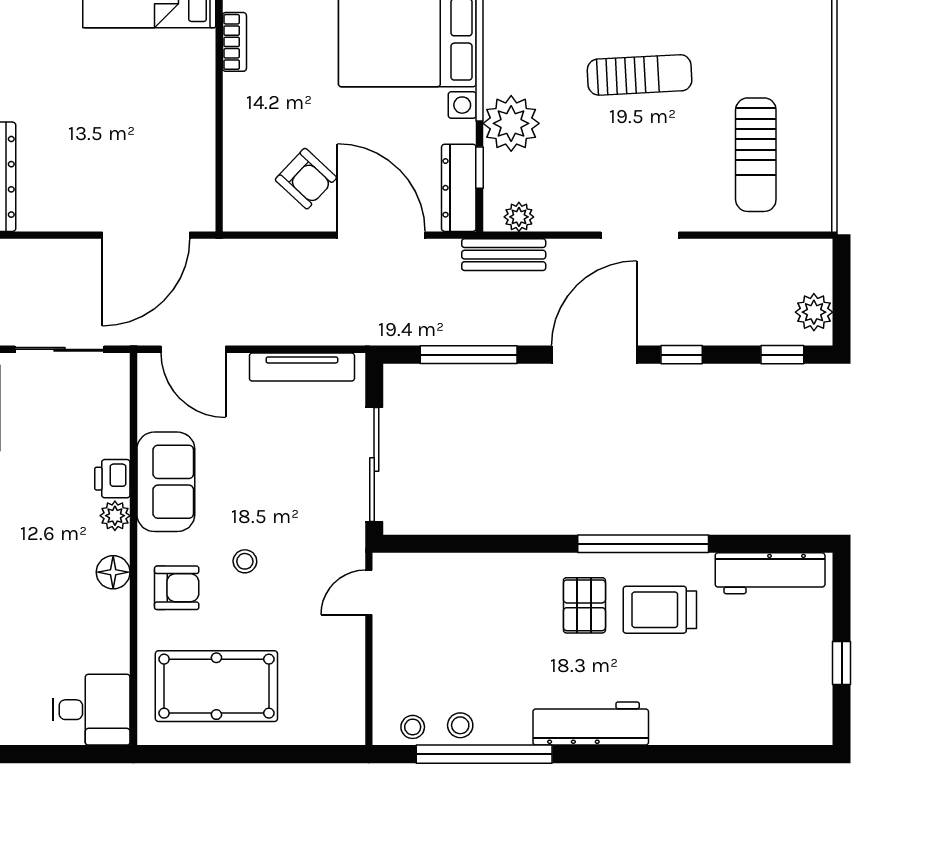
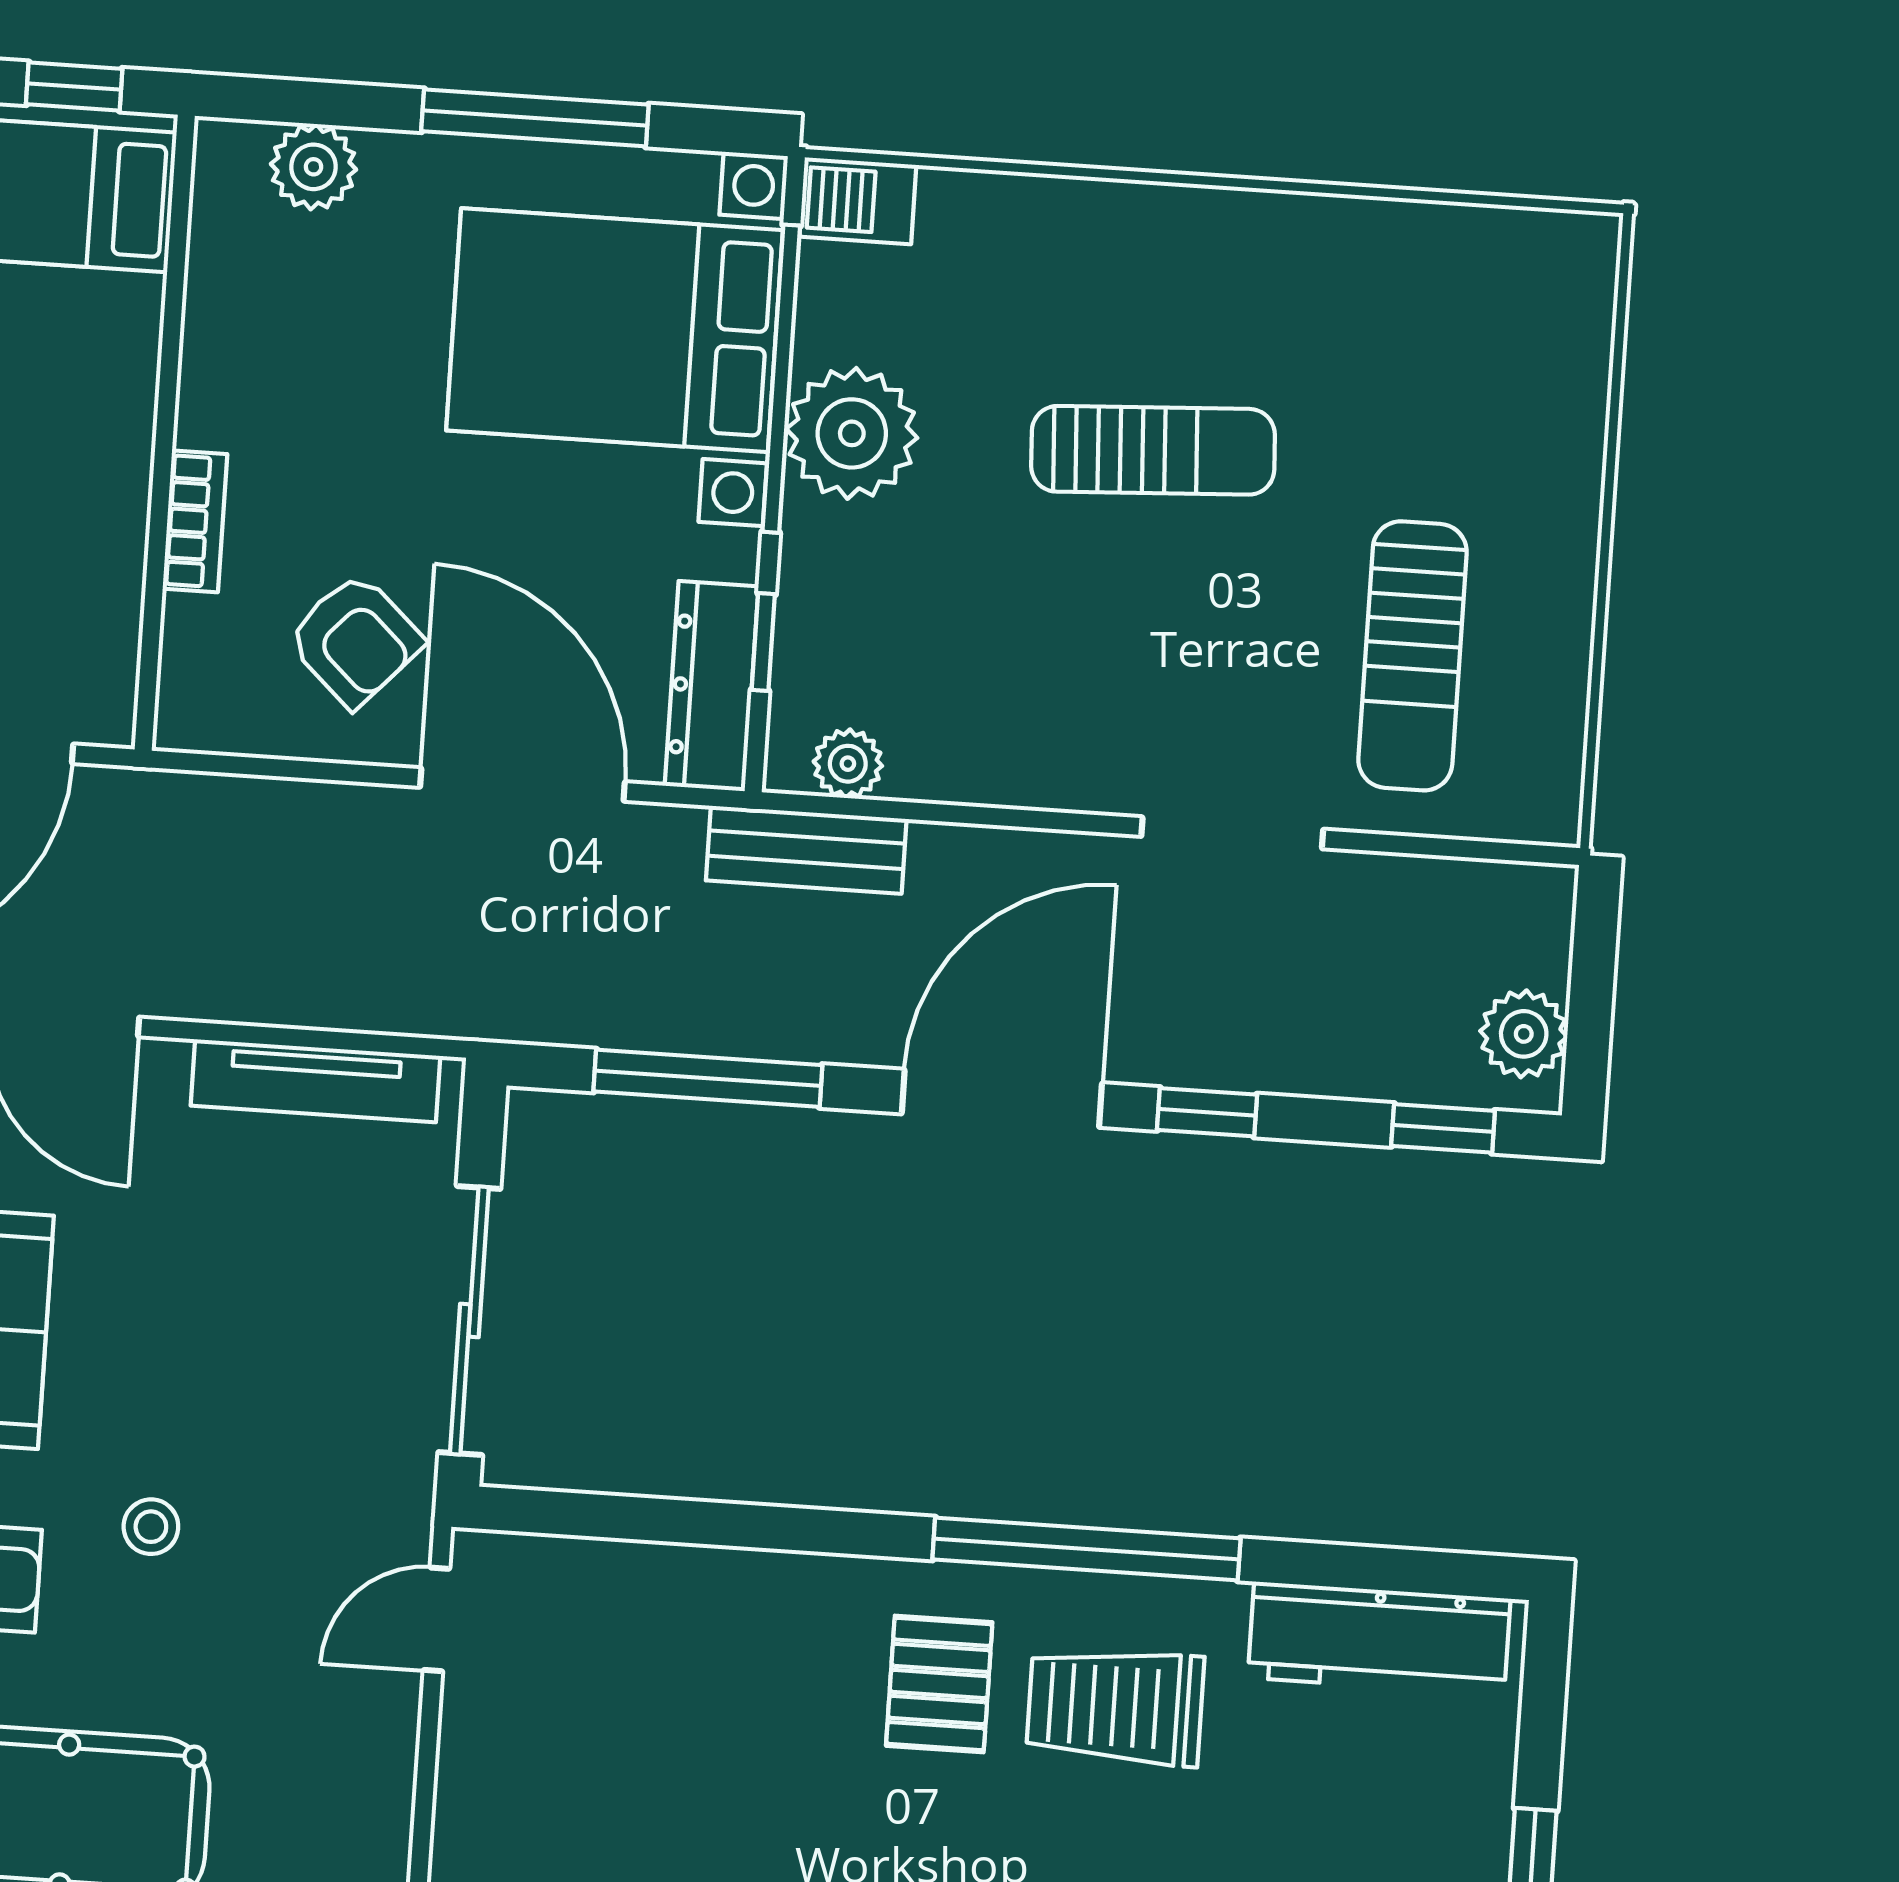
bookcase: (234, 42) -> (195, 521), moved
plant: (511, 123) -> (852, 433), moved
doorway: (640, 235) -> (1232, 833), moved

